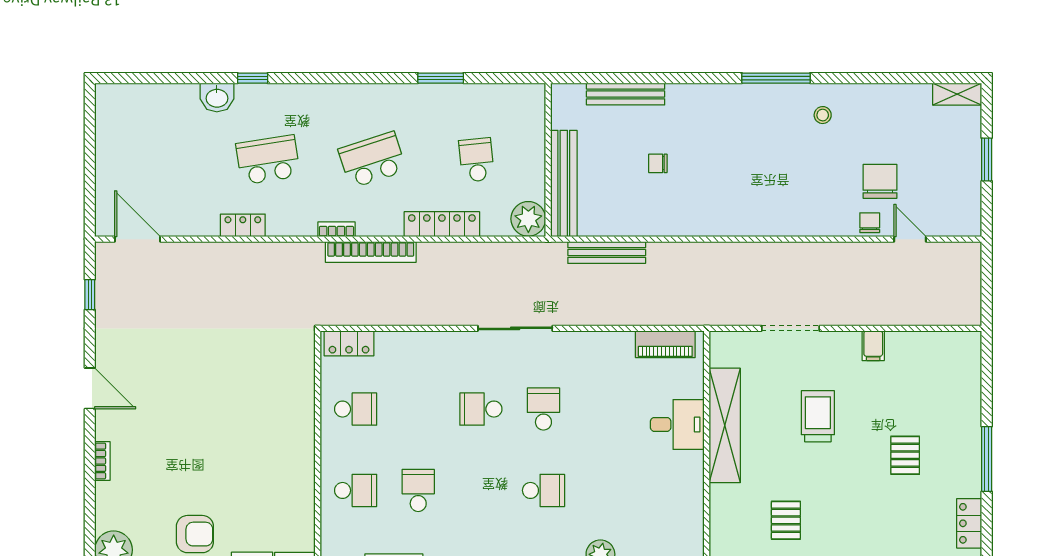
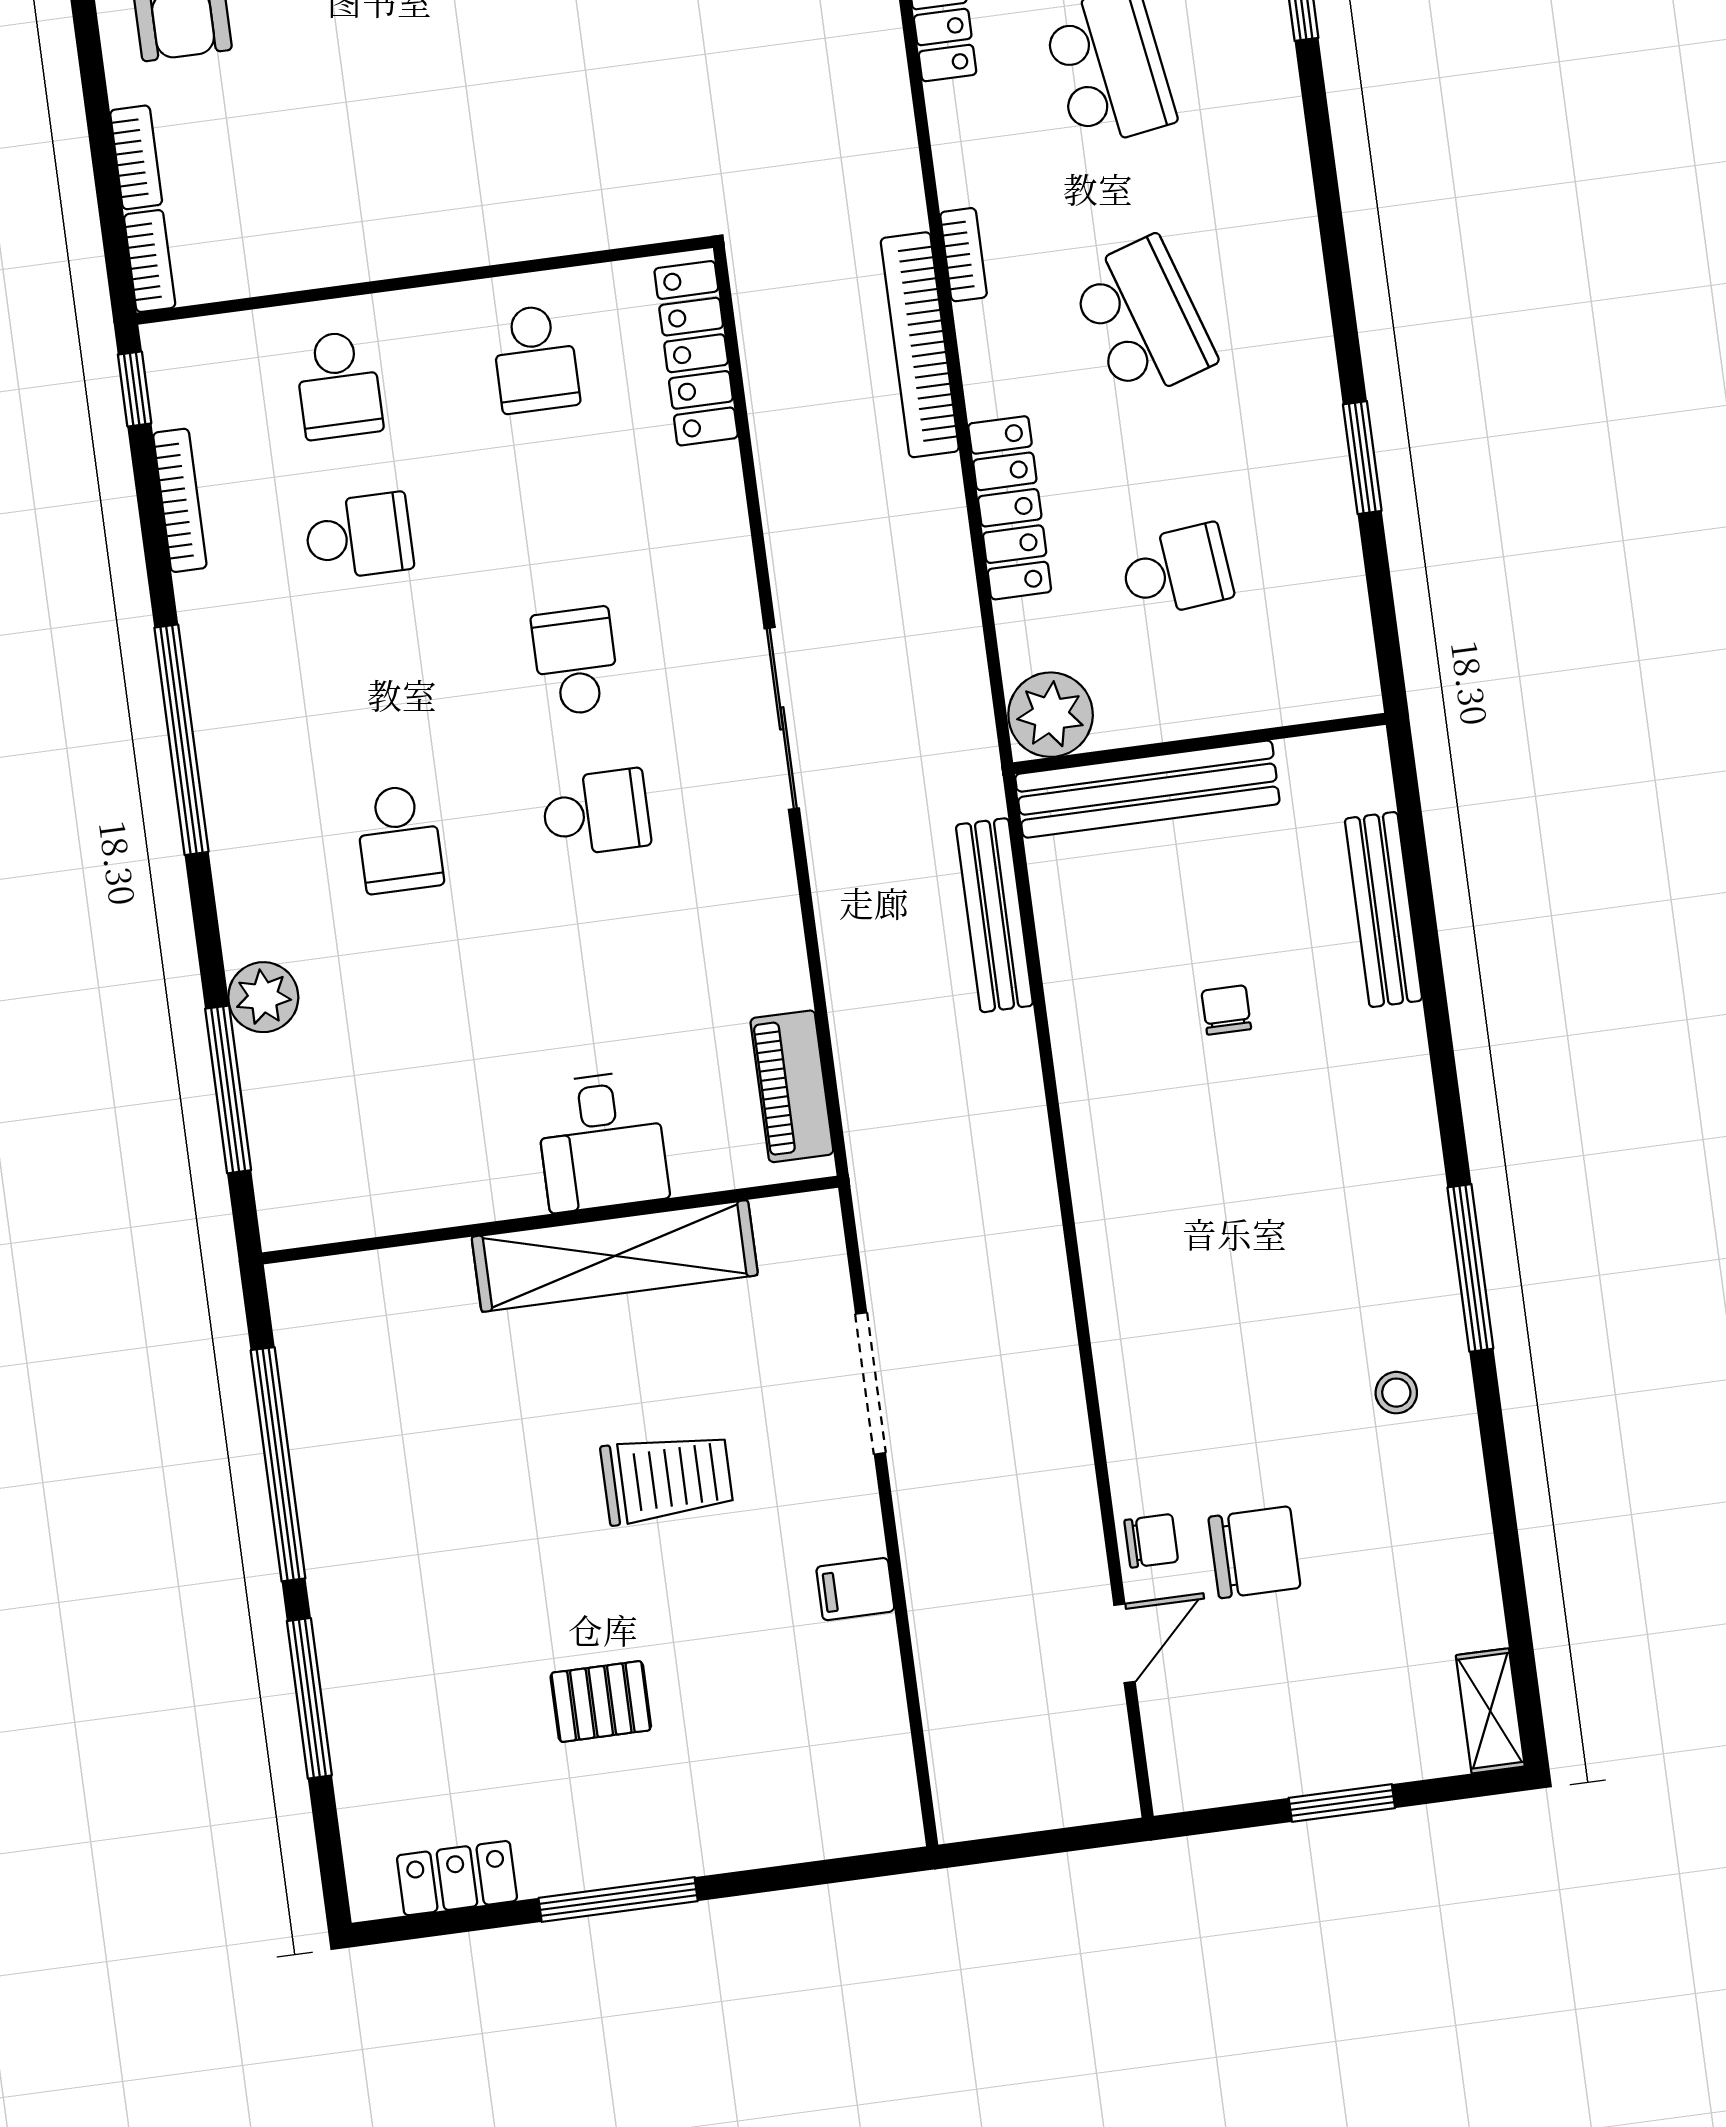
locker: (349, 343) -> (696, 353), width x1.53
pallet: (786, 520) -> (405, 1434), removed

